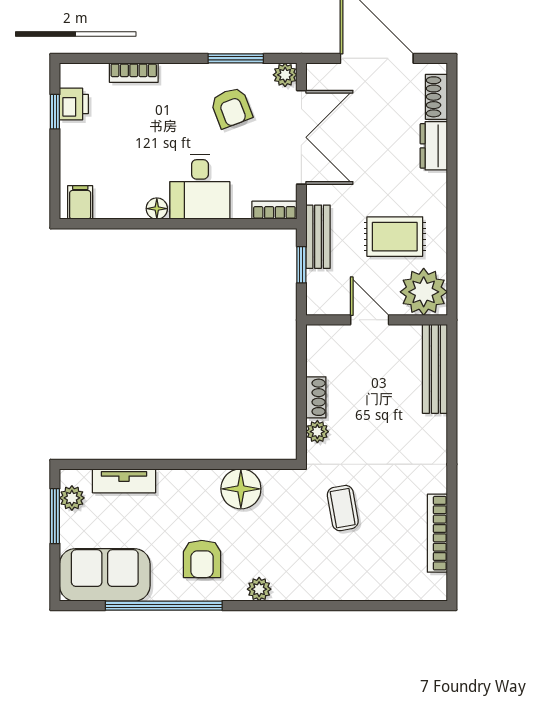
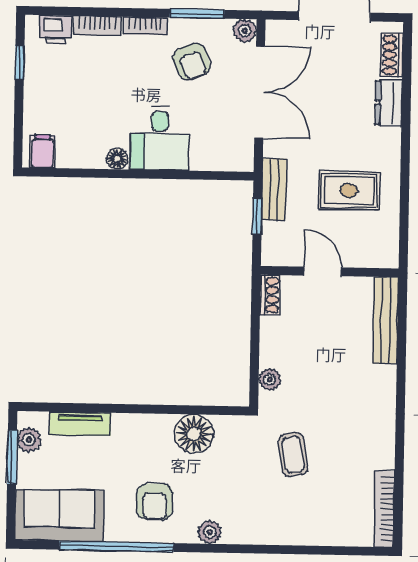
printer: (74, 104) -> (55, 30), moved, turned 90
bookcase: (274, 210) -> (145, 26), moved, turned 180
plant: (424, 292) -> (376, 245), removed
shoe rack: (316, 397) -> (270, 295), moved
bookcase: (437, 533) -> (384, 509), moved

